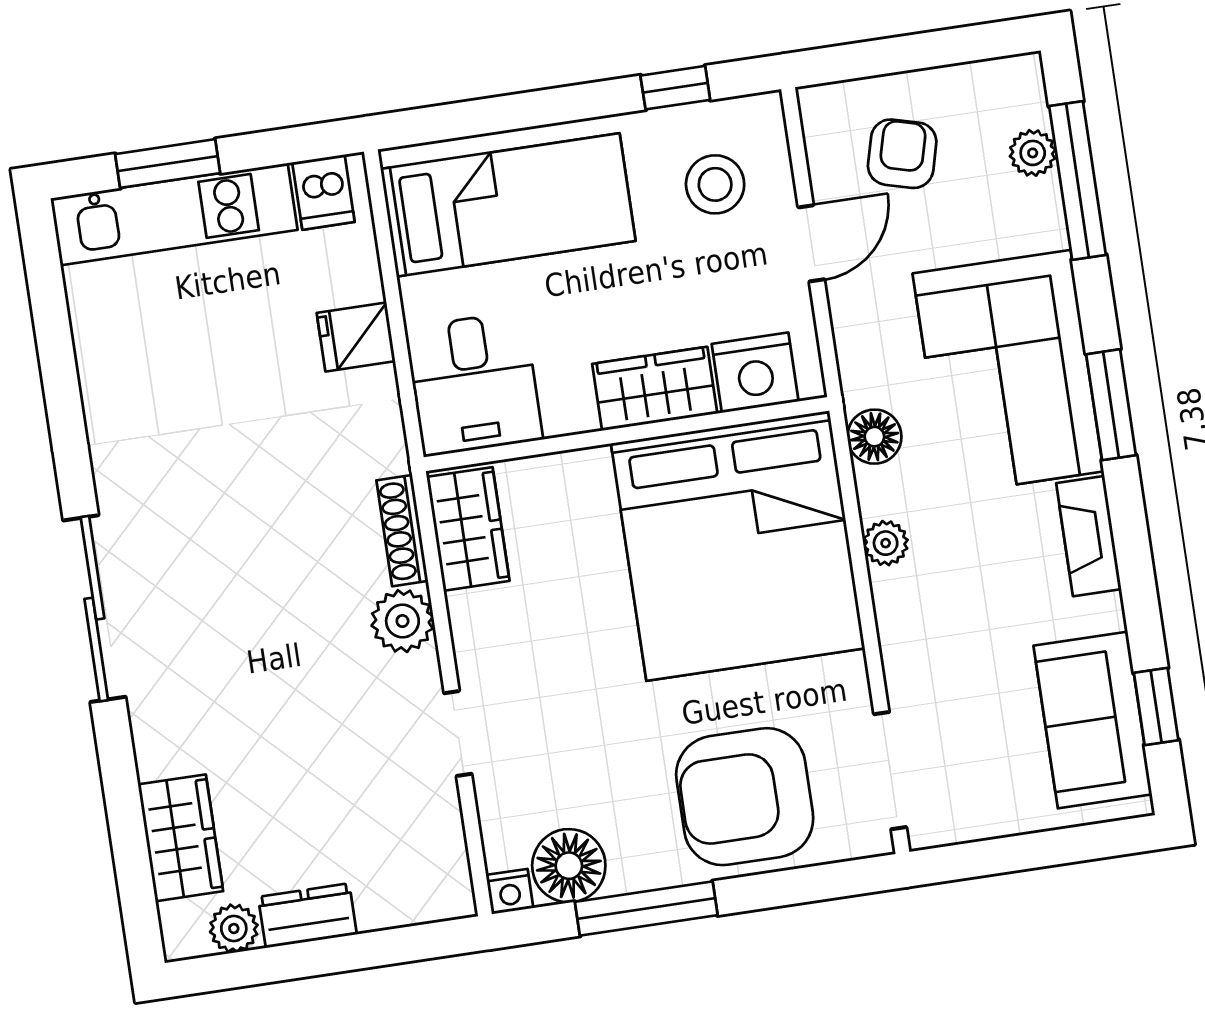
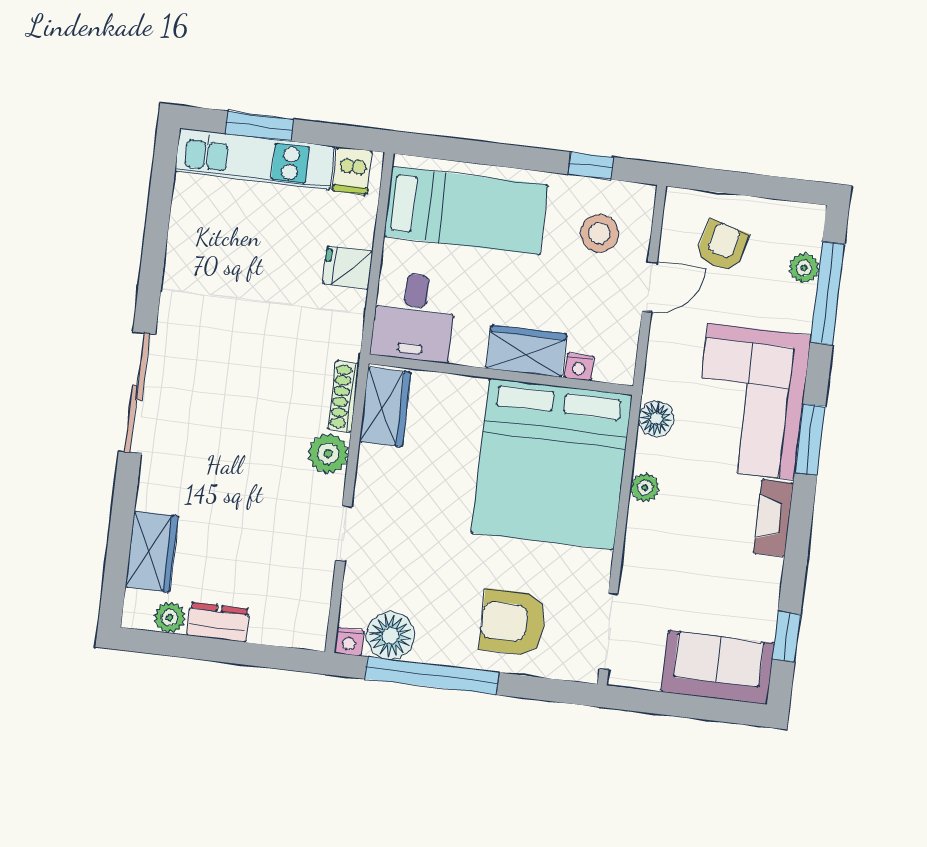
nightstand: (755, 373) -> (579, 367), width x0.53, depth x0.56
sofa: (1093, 720) -> (718, 667), moved, turned 90
armchair: (745, 797) -> (513, 622), width x0.73, depth x0.73
window: (646, 909) -> (432, 676), width x1.46

